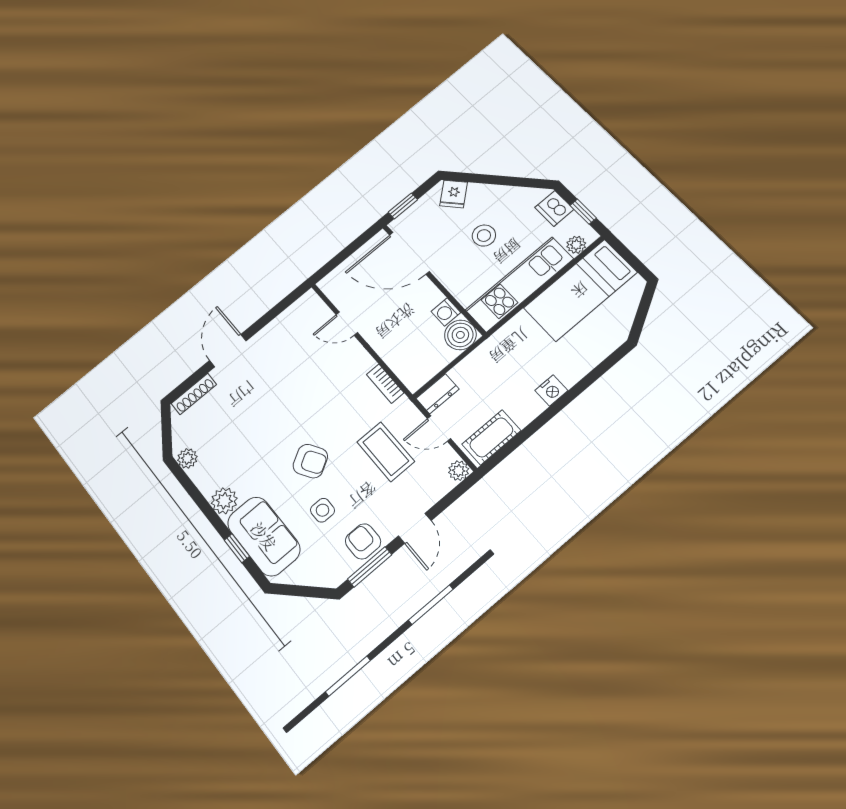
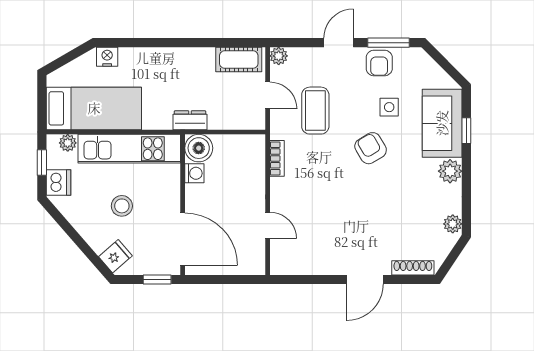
nightstand: (551, 390) -> (107, 57), moved
dresser: (438, 394) -> (190, 120), moved

